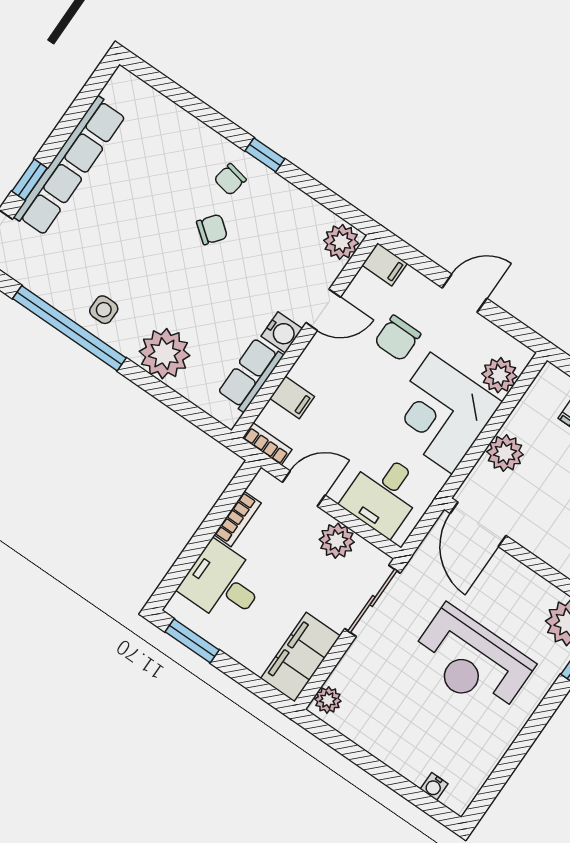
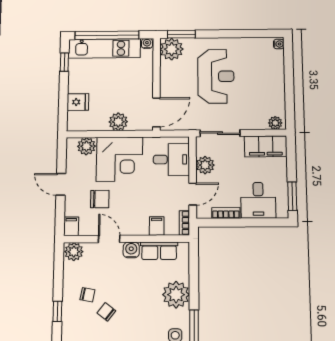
chair: (230, 179) -> (87, 295), moved
door: (304, 489) -> (193, 194), swing flipped
water cooler: (434, 786) -> (279, 44), moved

